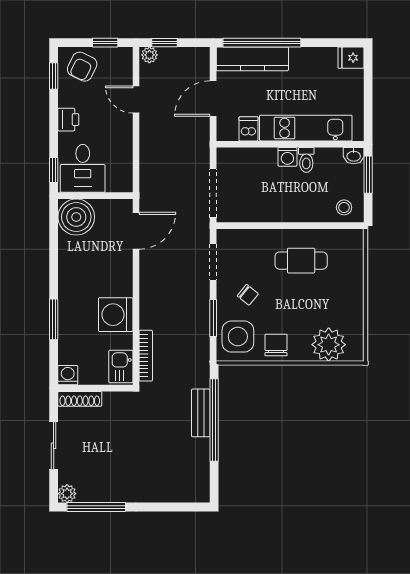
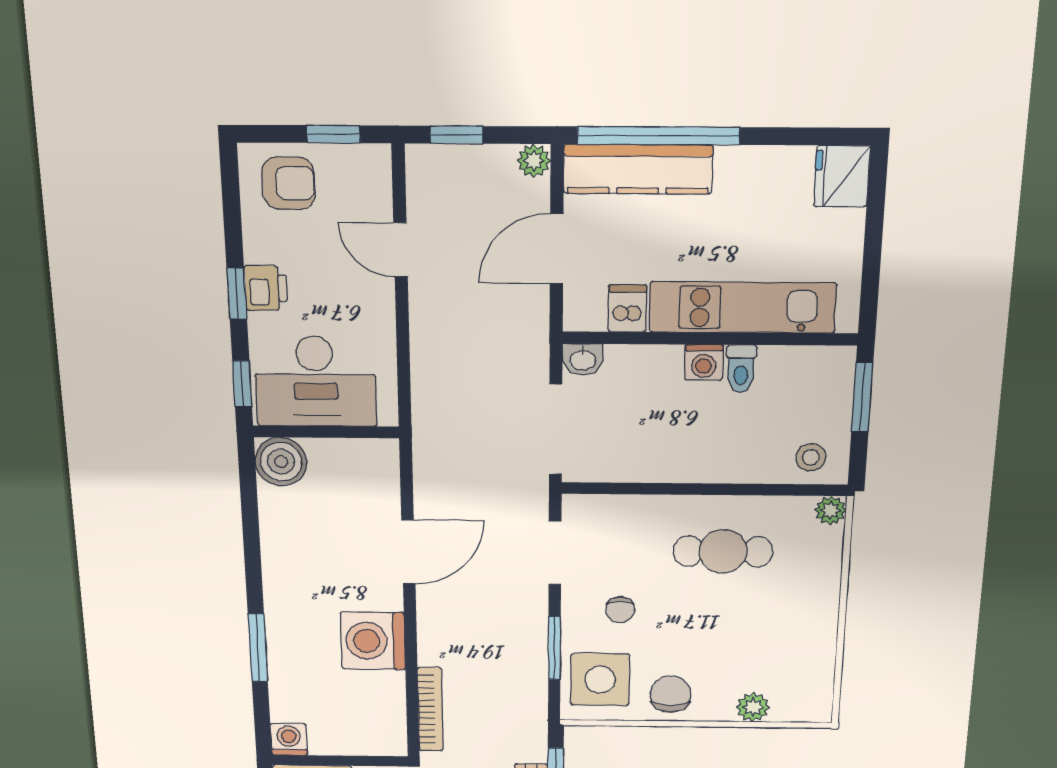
plant: (149, 55) -> (534, 161), moved
fridge: (351, 58) -> (842, 176), width x1.38
armchair: (82, 67) -> (289, 183), turned -116
window: (54, 76) -> (237, 294), moved
washbasin: (354, 156) -> (583, 359), moved
desk: (83, 168) -> (315, 381), width x1.37
boiler: (76, 217) -> (281, 462), width x0.73, depth x0.73
door: (136, 231) -> (408, 552), moved
plant: (356, 237) -> (831, 510), added
chair: (248, 295) -> (620, 610), turned 51
plant: (329, 345) -> (753, 707), width x0.53, depth x0.53
kitchen sink: (121, 367) -> (385, 726), removed

